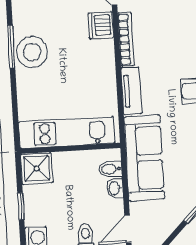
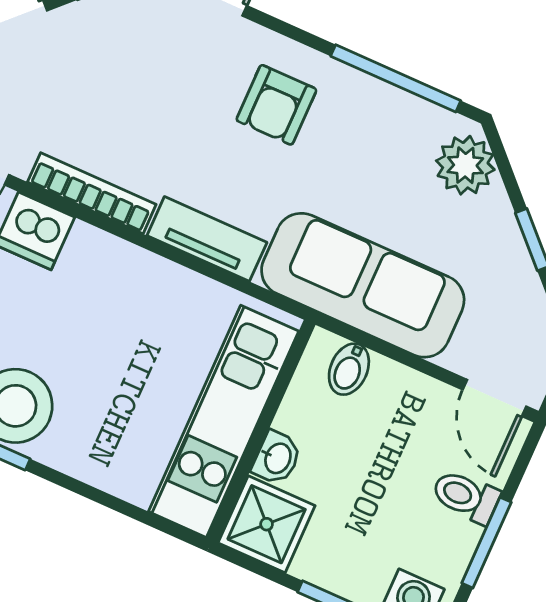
washbasin: (115, 188) -> (277, 458), moved, turned -90

